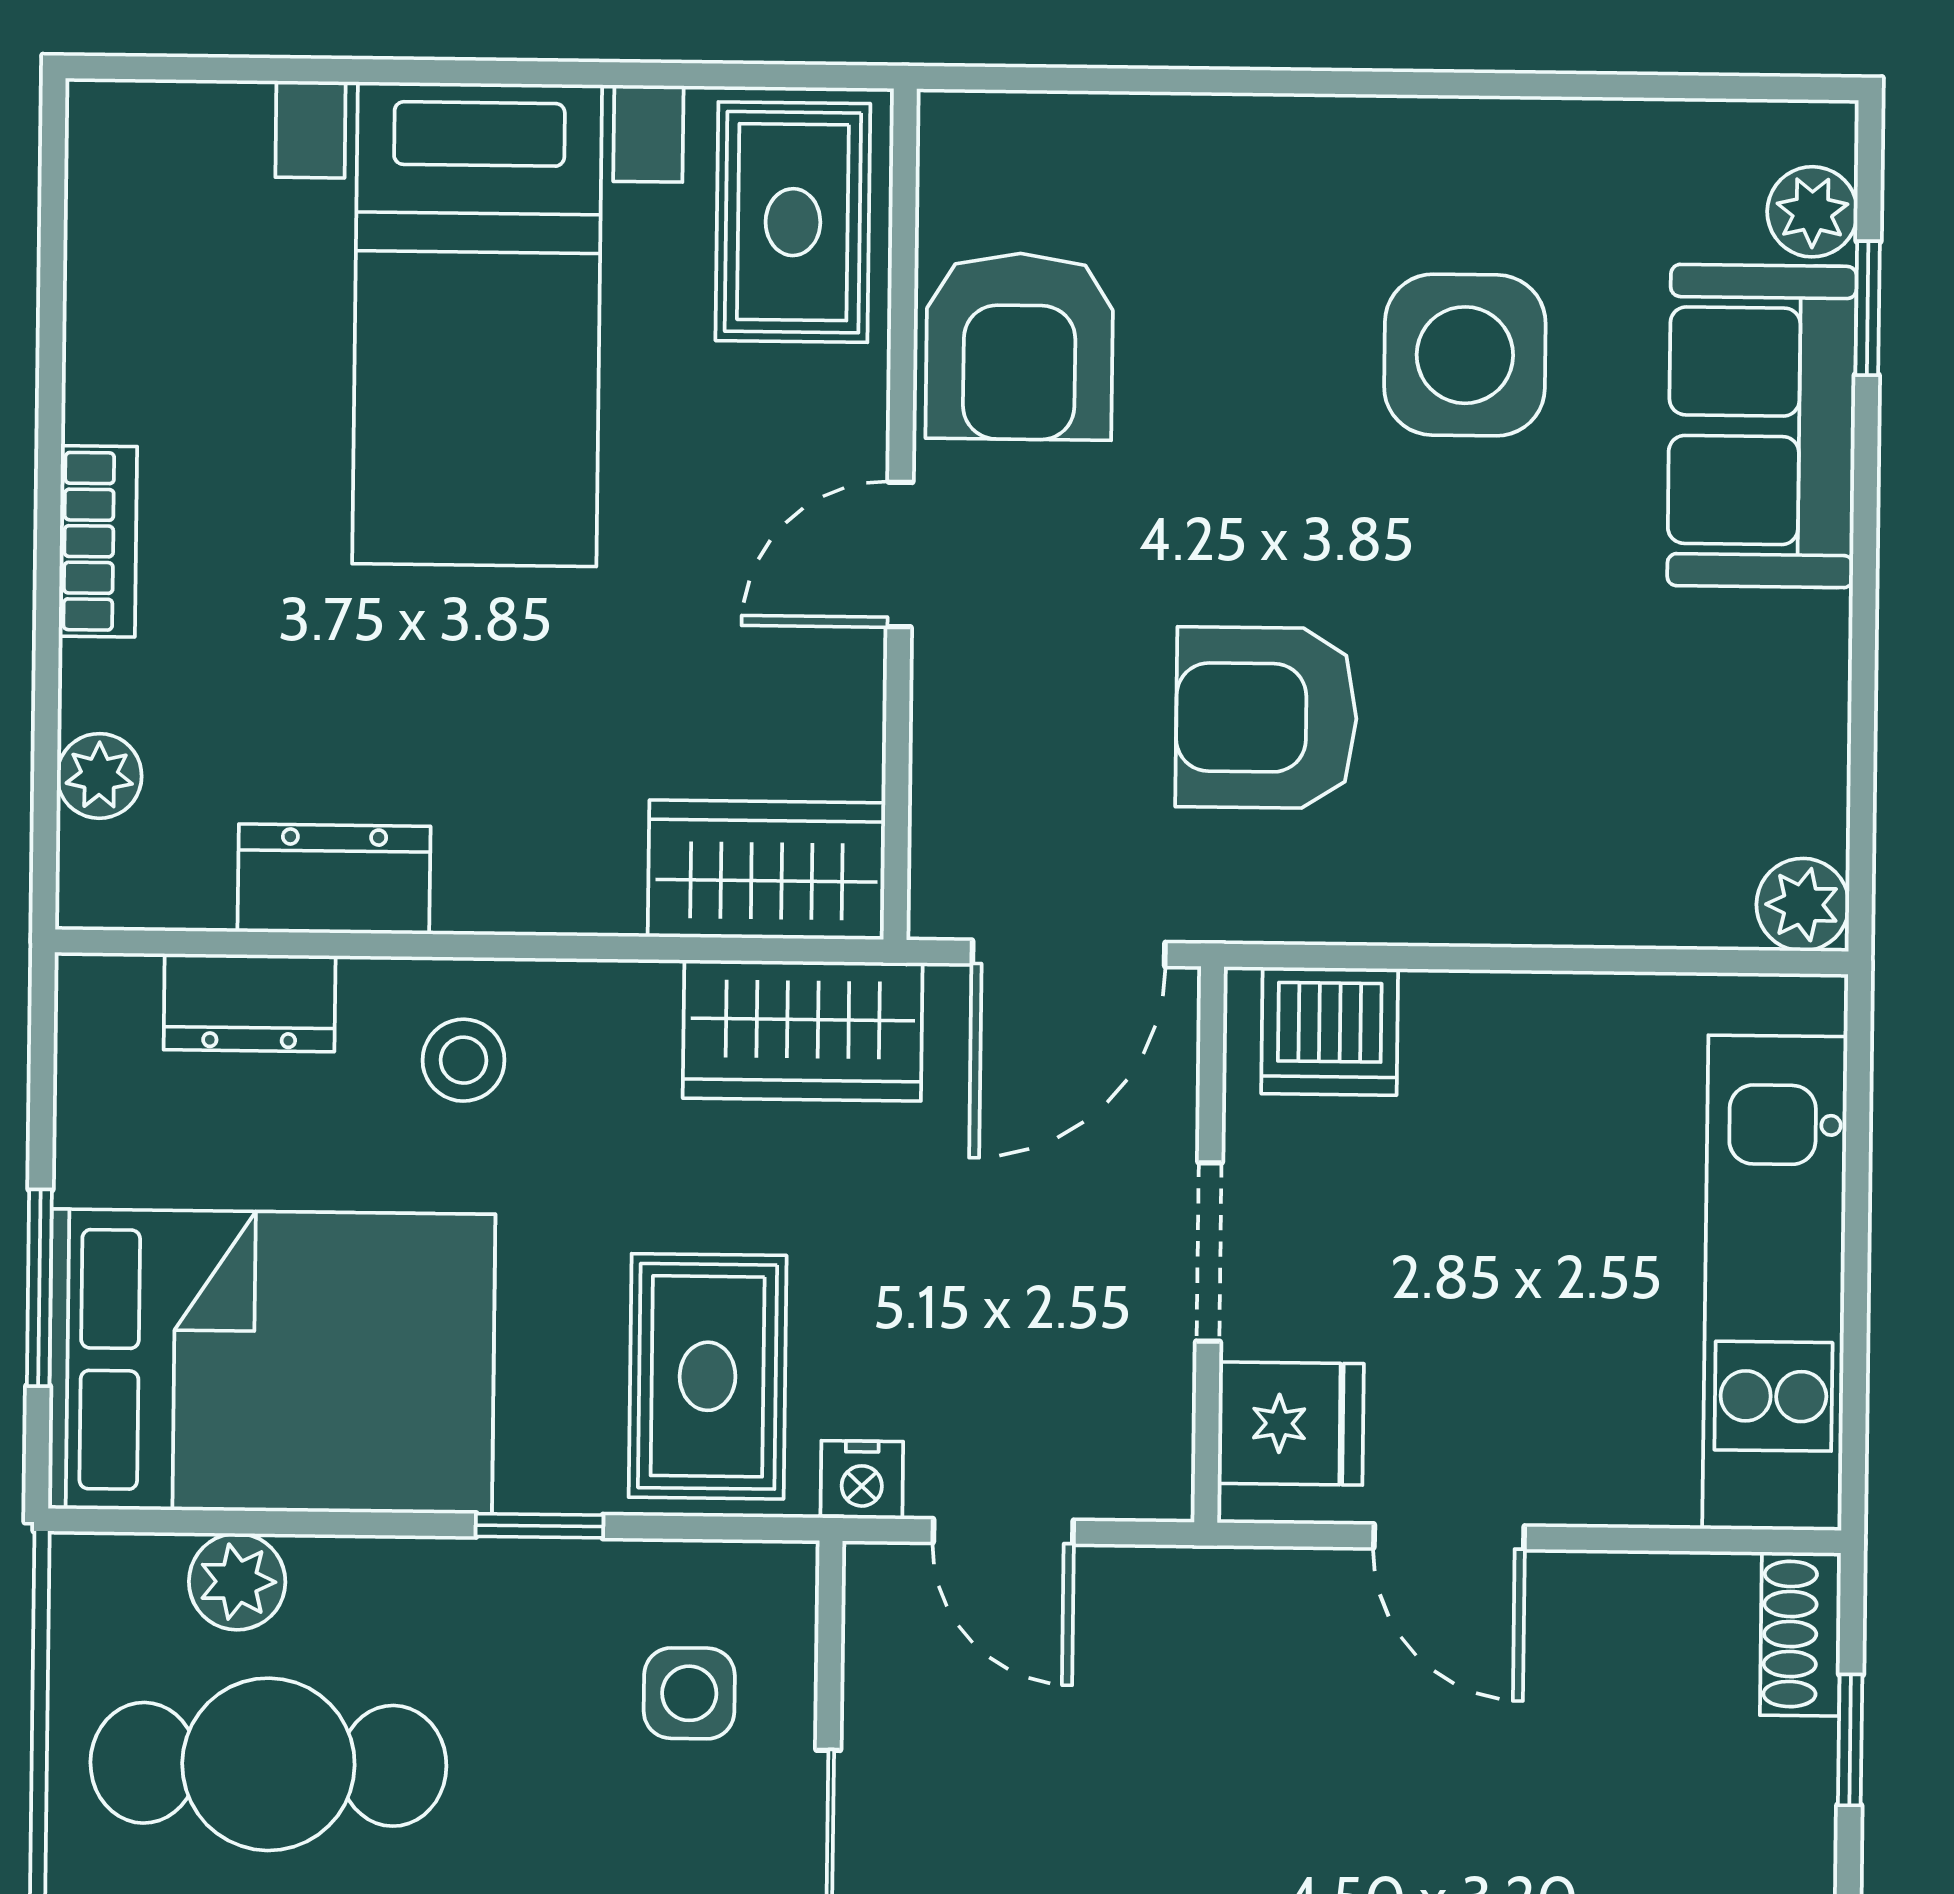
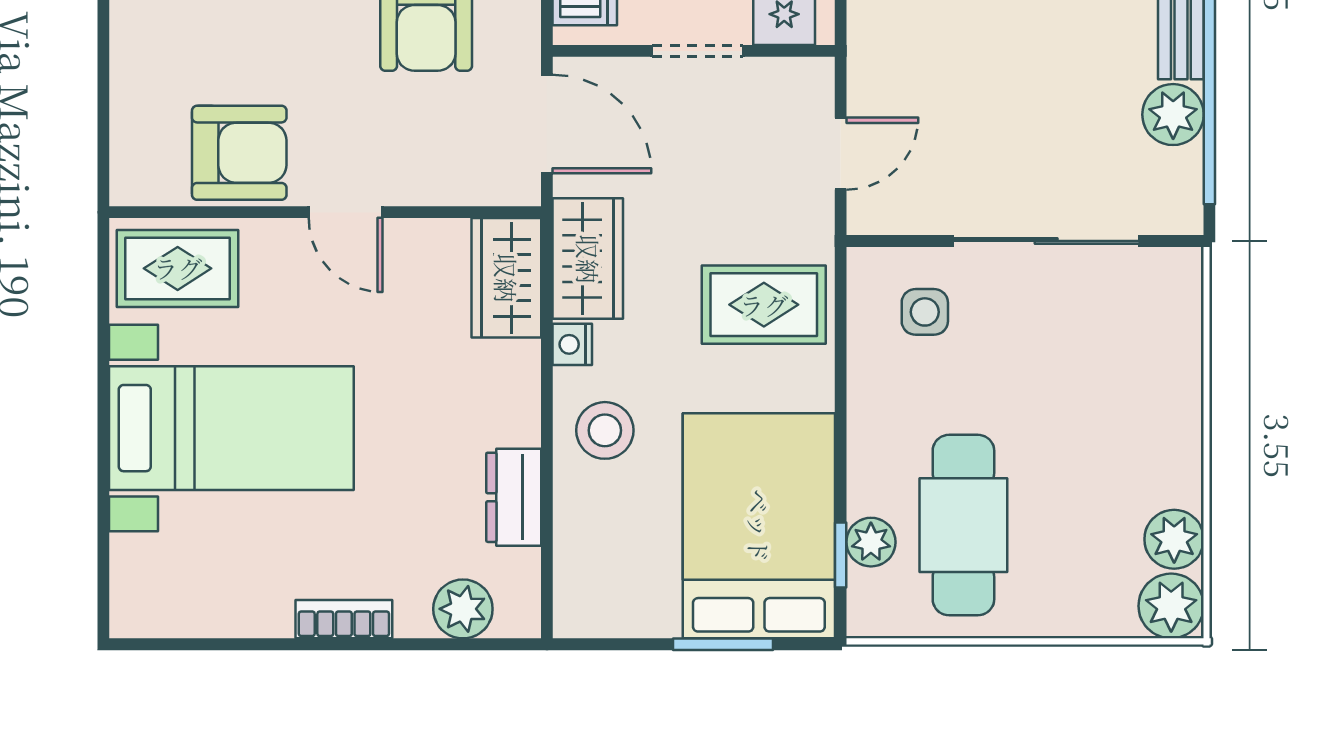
plant: (99, 776) -> (463, 609), width x1.38, depth x1.38
dresser: (250, 1003) -> (577, 539), removed
stool: (464, 1060) -> (605, 430), width x1.37, depth x1.37
nightstand: (862, 1480) -> (572, 344), moved, turned 180
window: (540, 1526) -> (841, 555), moved

